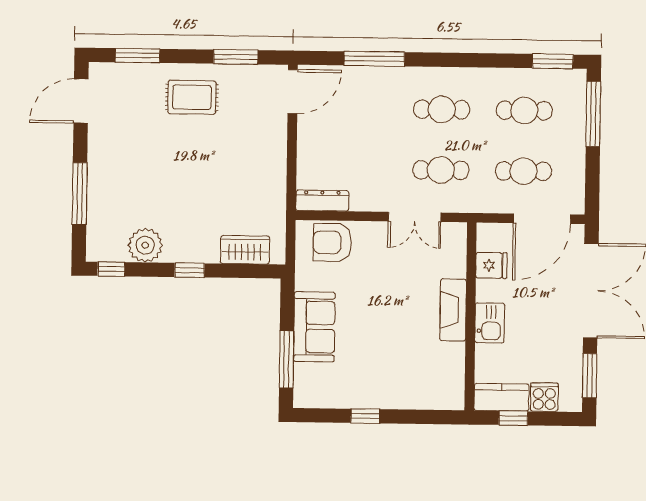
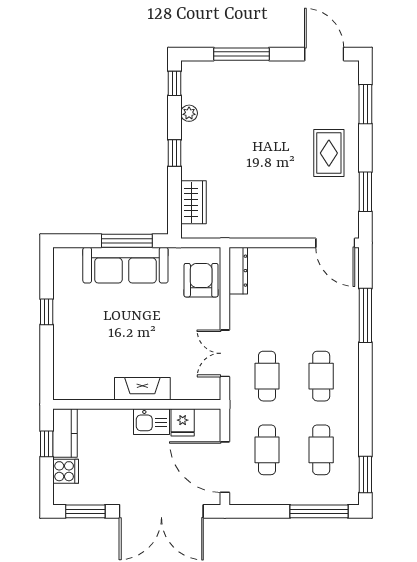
plant: (145, 245) -> (189, 113), width x0.53, depth x0.53
kitchen sink: (490, 323) -> (151, 422), moved
sofa: (314, 327) -> (125, 265), width x1.36
window: (287, 360) -> (127, 241), moved

